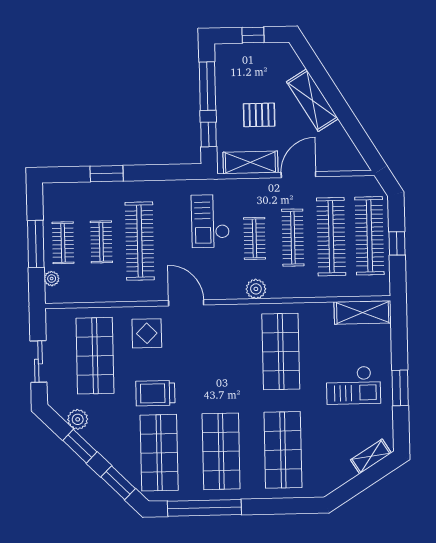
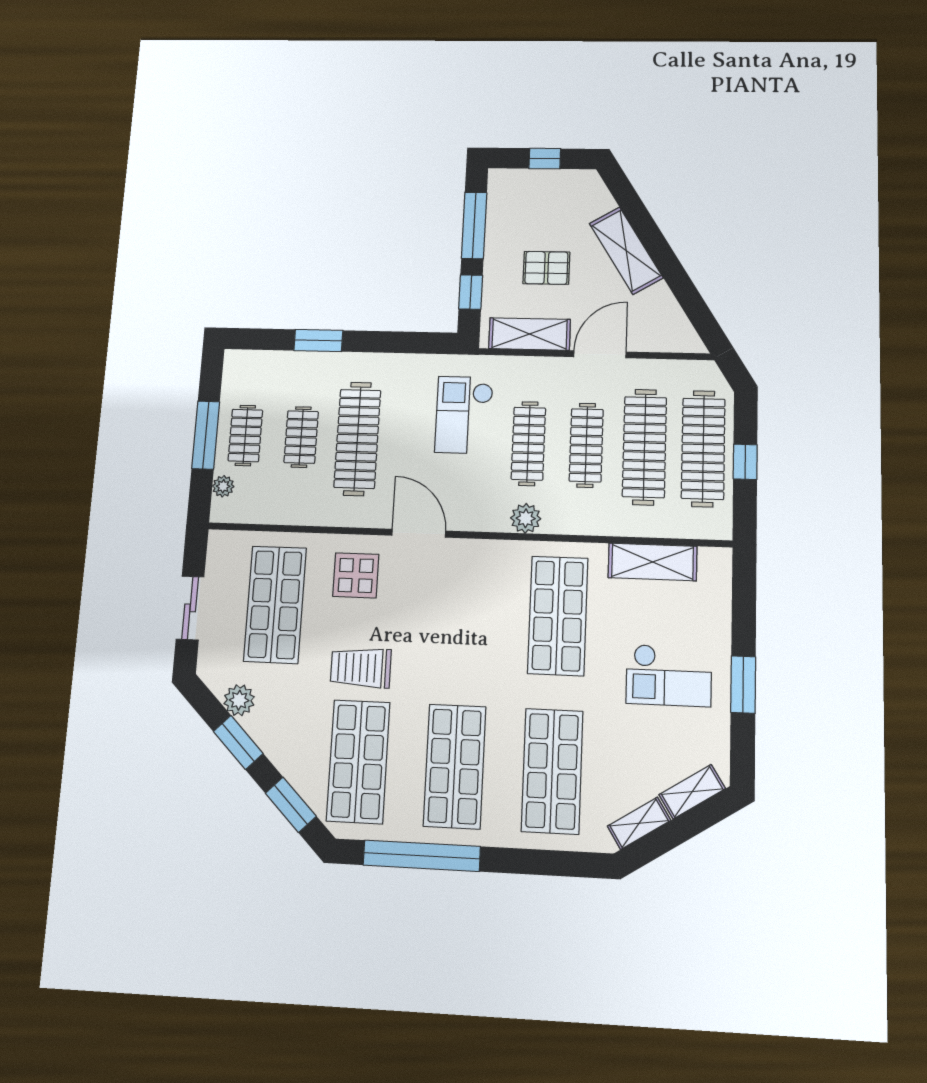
clothes rail: (255, 238) -> (528, 444), width x1.36
shelving: (363, 312) -> (653, 562), moved
shelving: (339, 478) -> (639, 823), added

